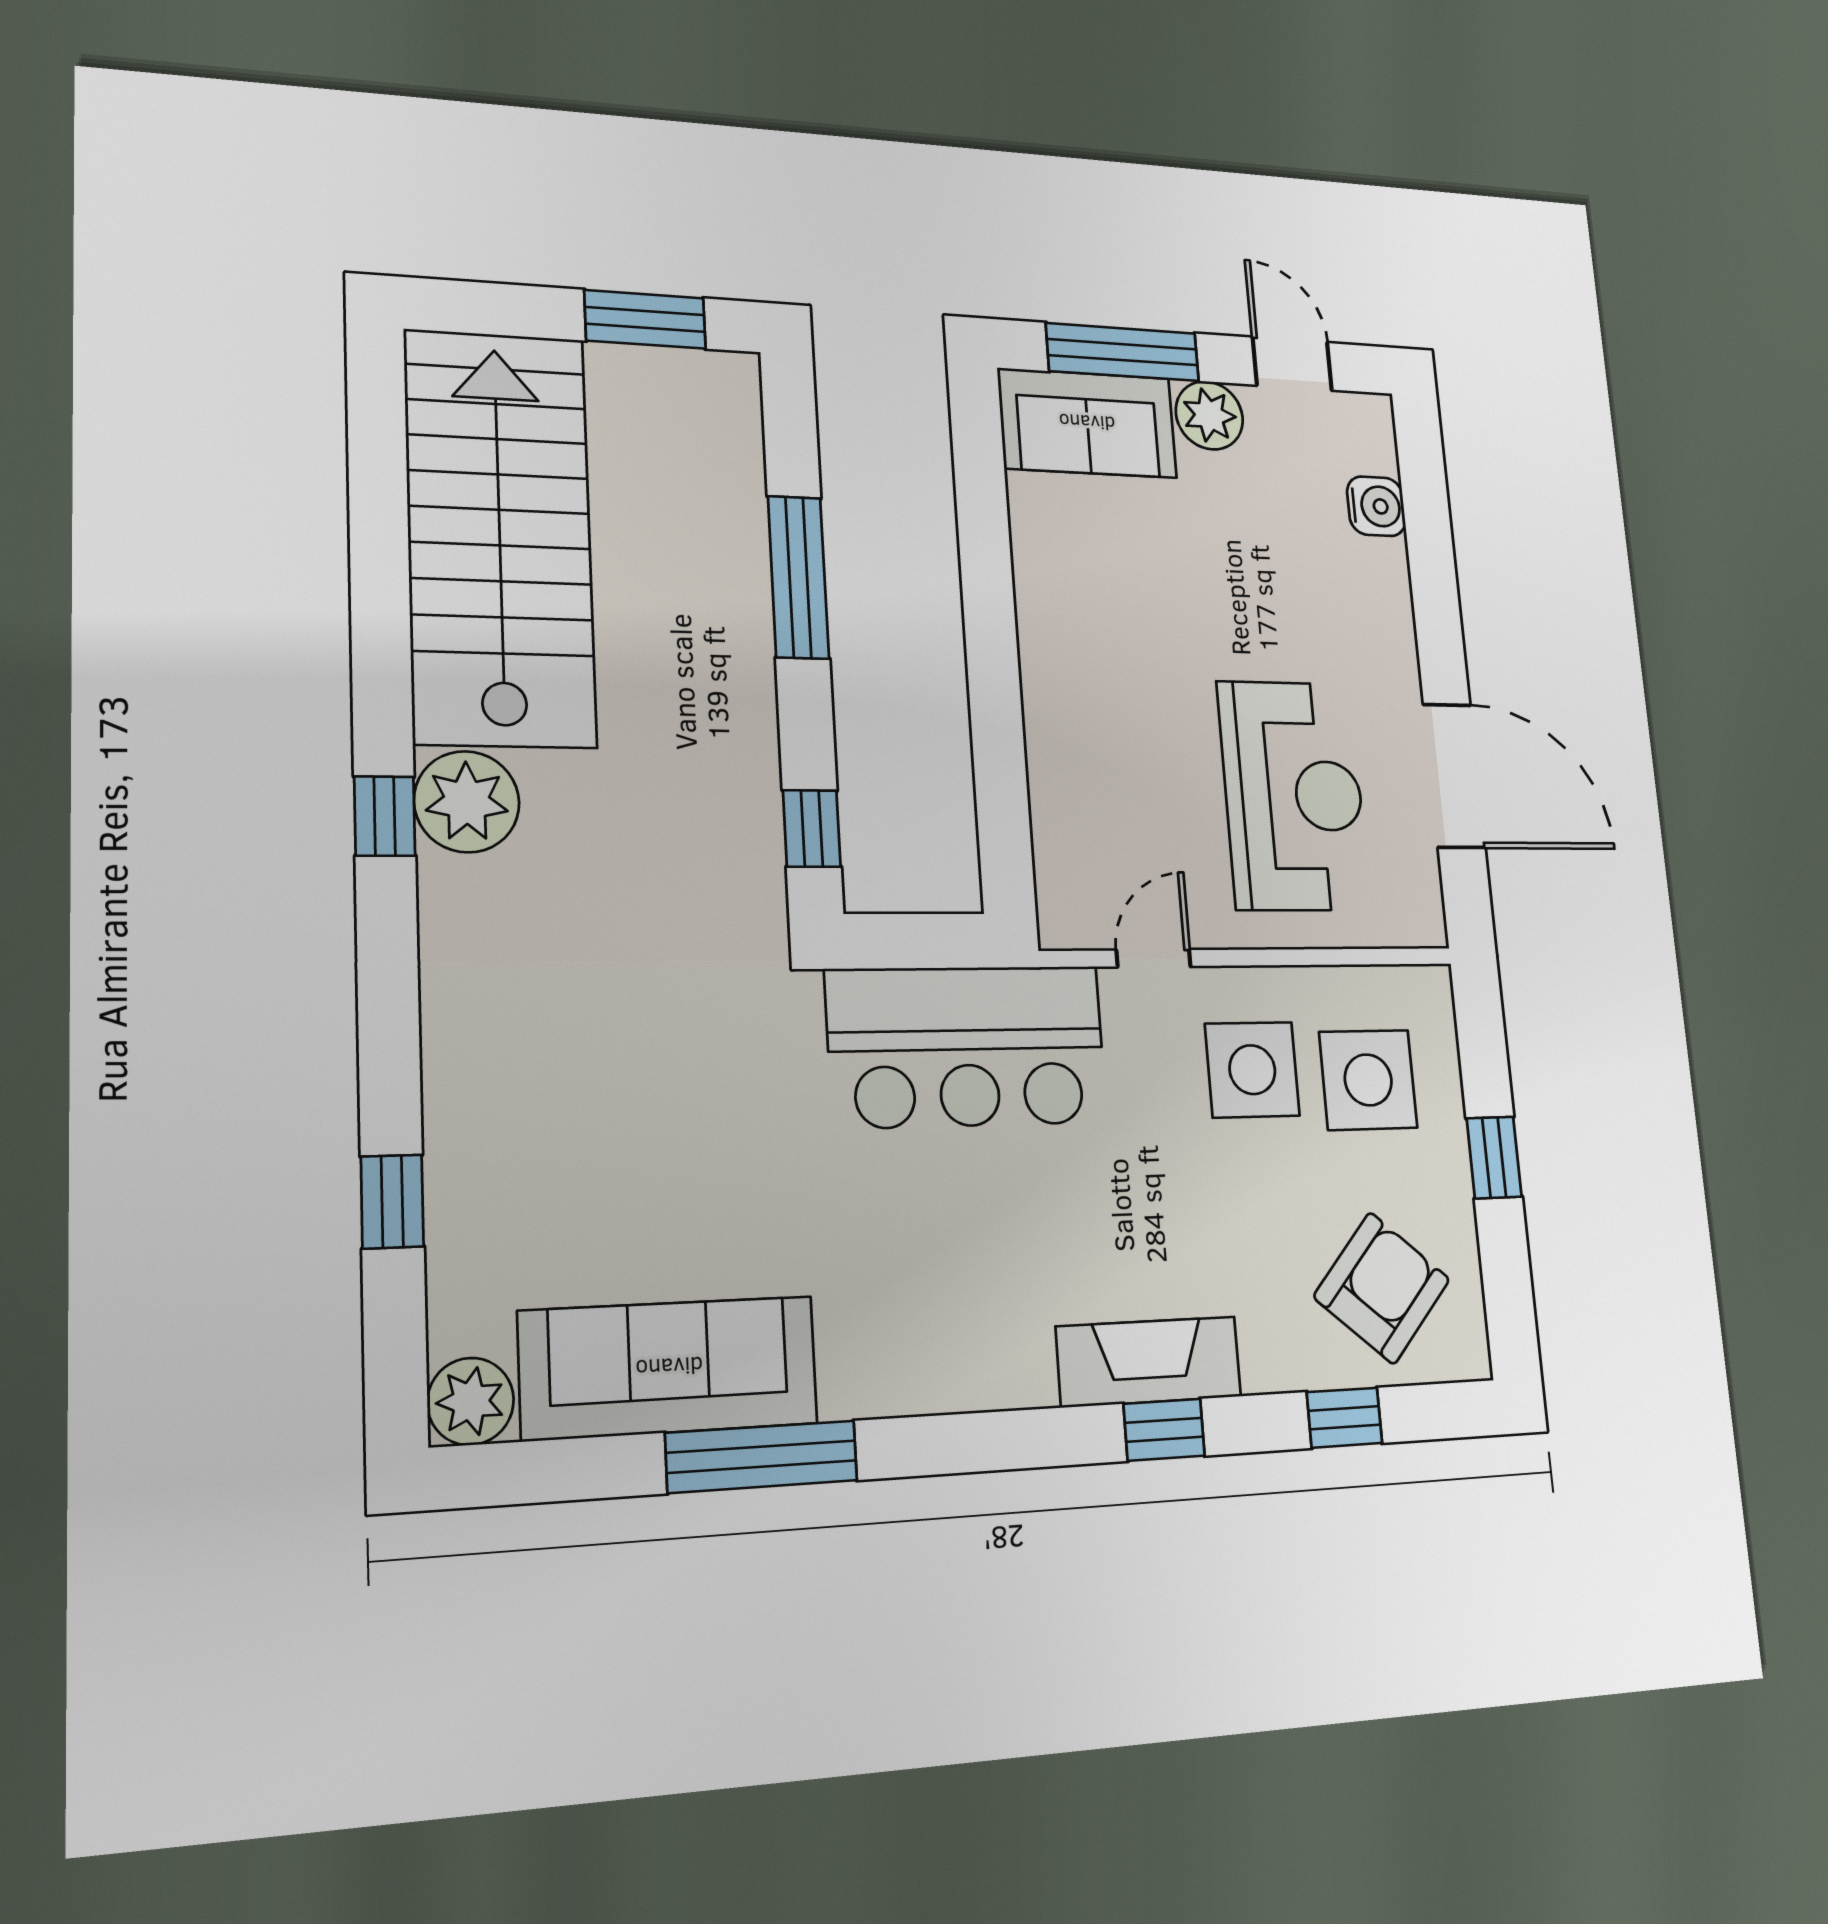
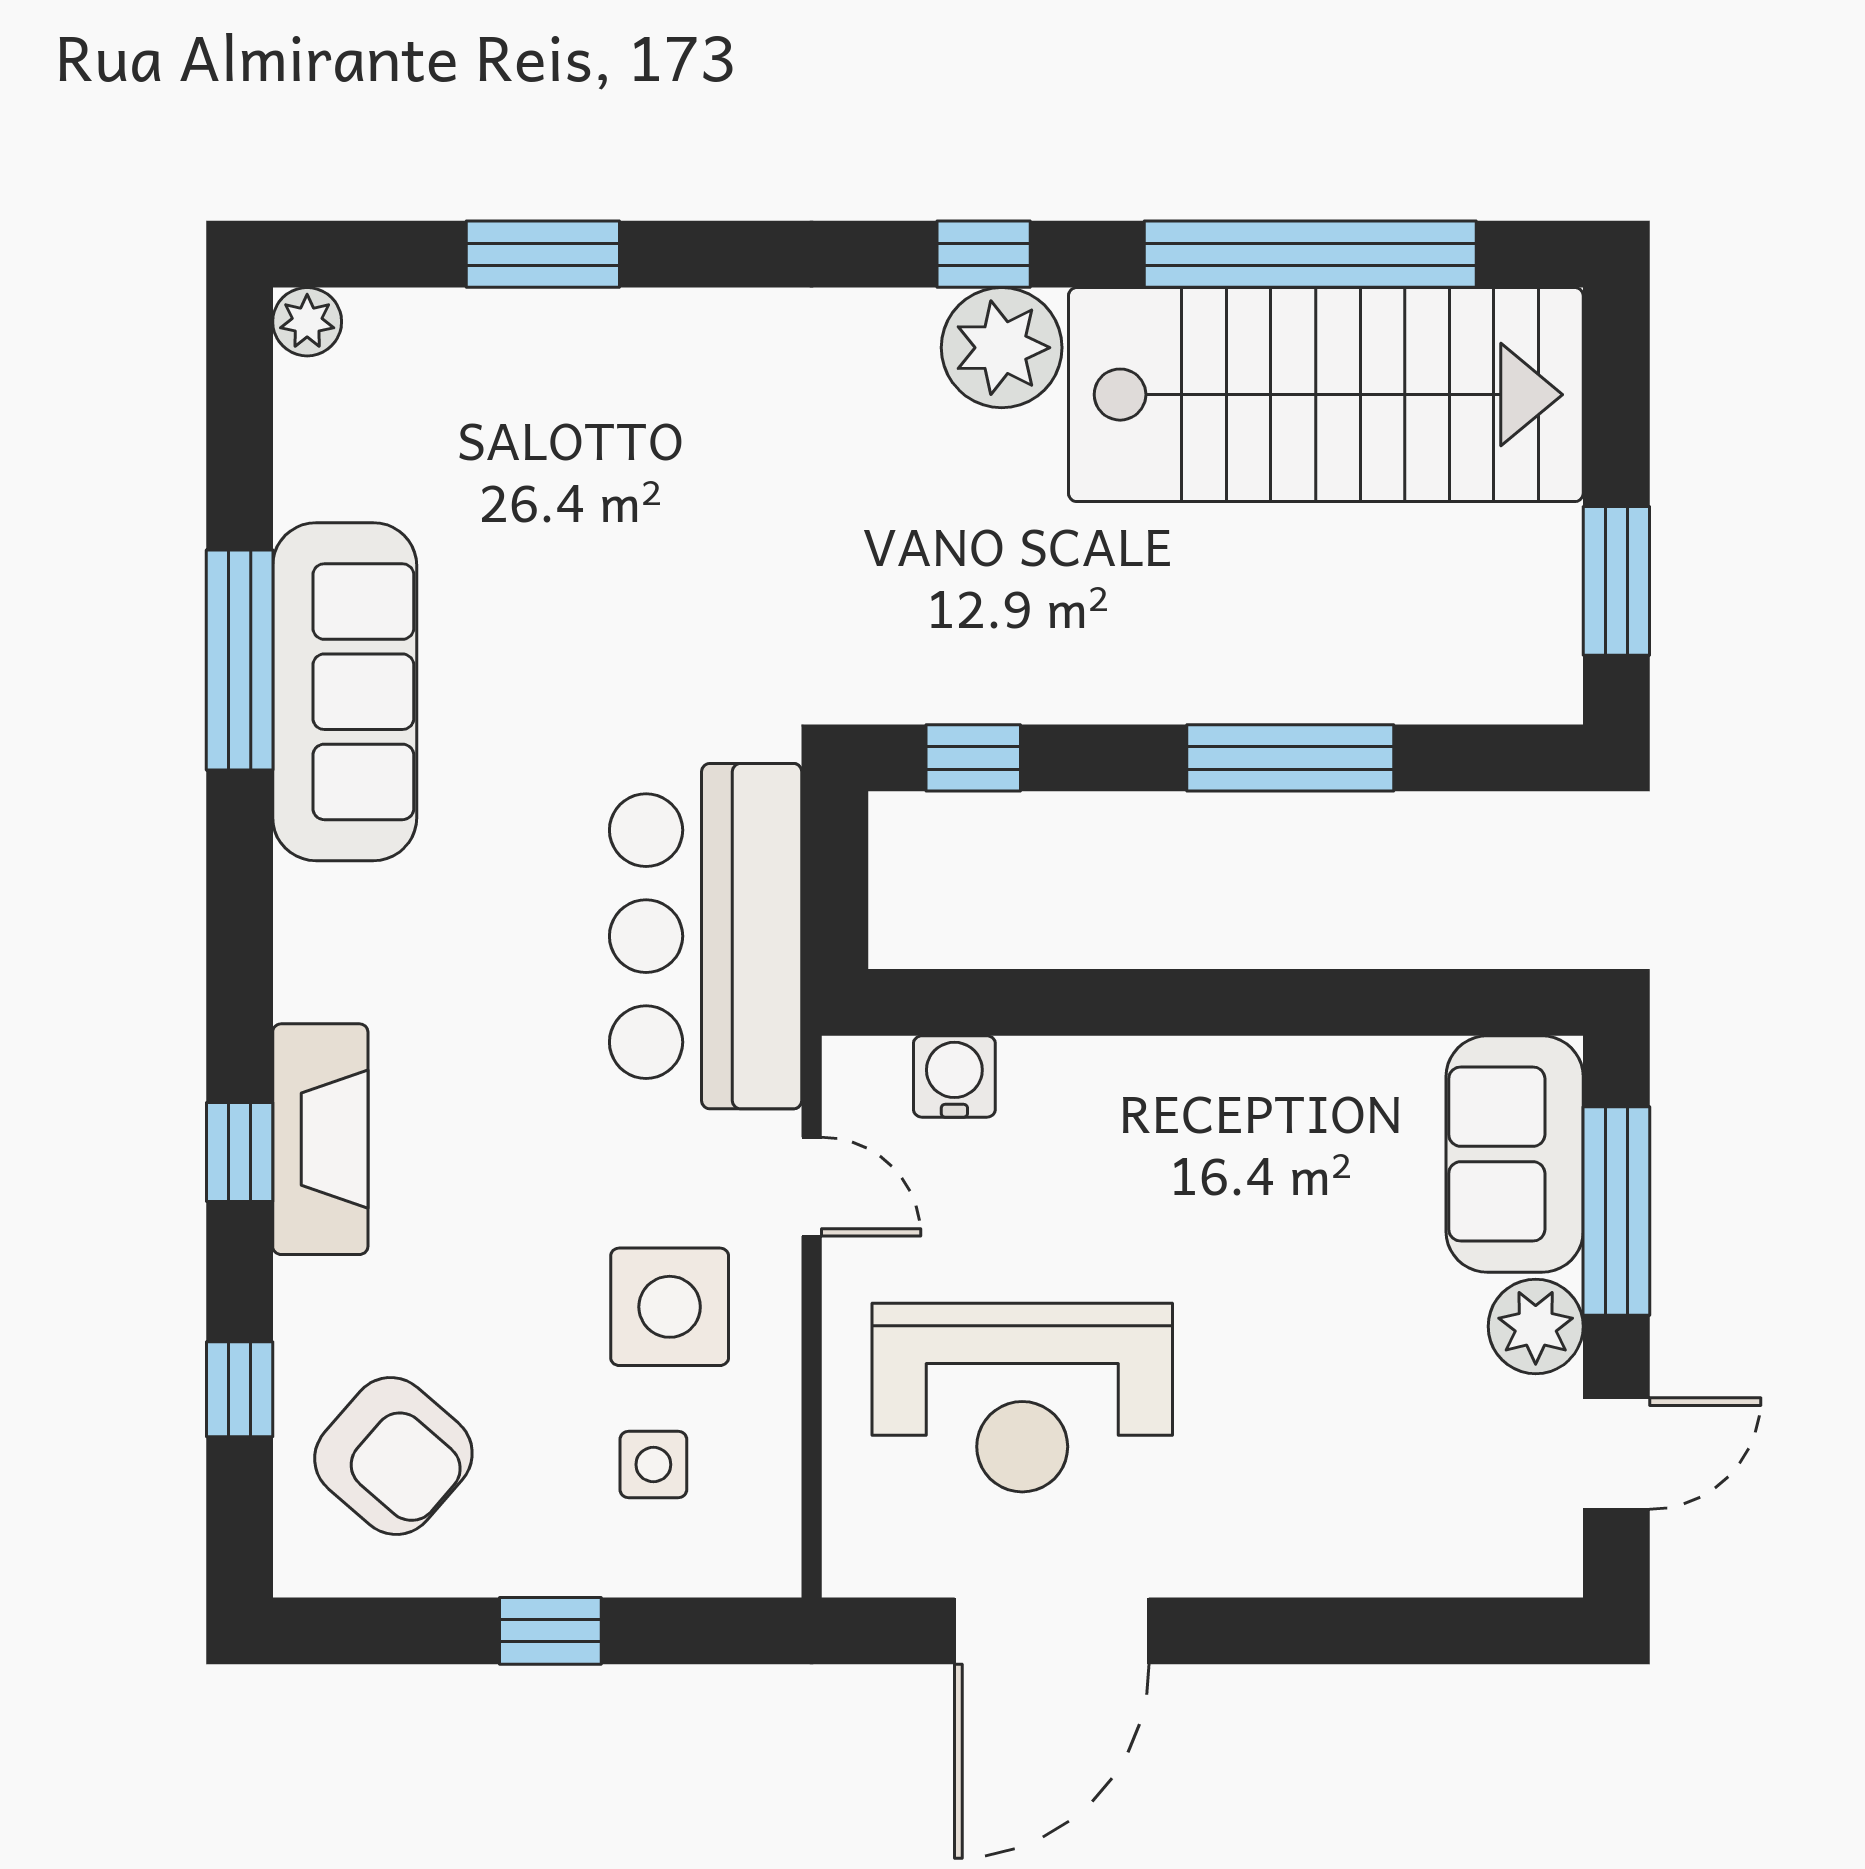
water cooler: (1376, 506) -> (954, 1076), moved, turned 180
window: (379, 545) -> (1310, 254), added
side table: (1368, 1080) -> (653, 1465), width x0.54, depth x0.54
window: (392, 1202) -> (543, 254), width x1.50
sofa: (669, 1368) -> (345, 692), moved
plant: (471, 1401) -> (307, 322), width x0.73, depth x0.73

